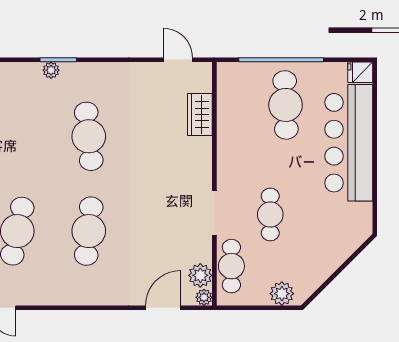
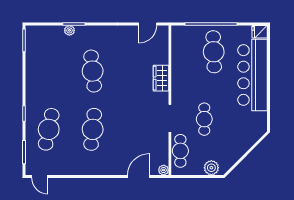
door: (178, 60) -> (148, 24), swing flipped
wardrobe: (200, 114) -> (161, 78), moved
plant: (200, 275) -> (161, 157), removed

